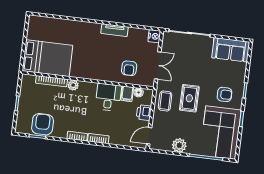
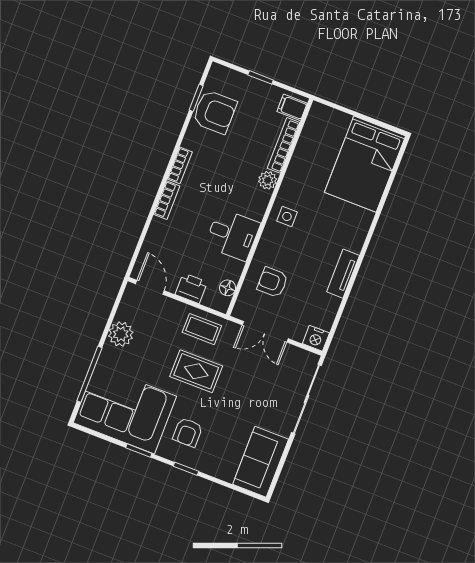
bed: (47, 58) -> (365, 164), moved
side table: (91, 69) -> (287, 216), added
filing cabinet: (127, 94) -> (292, 107), moved

